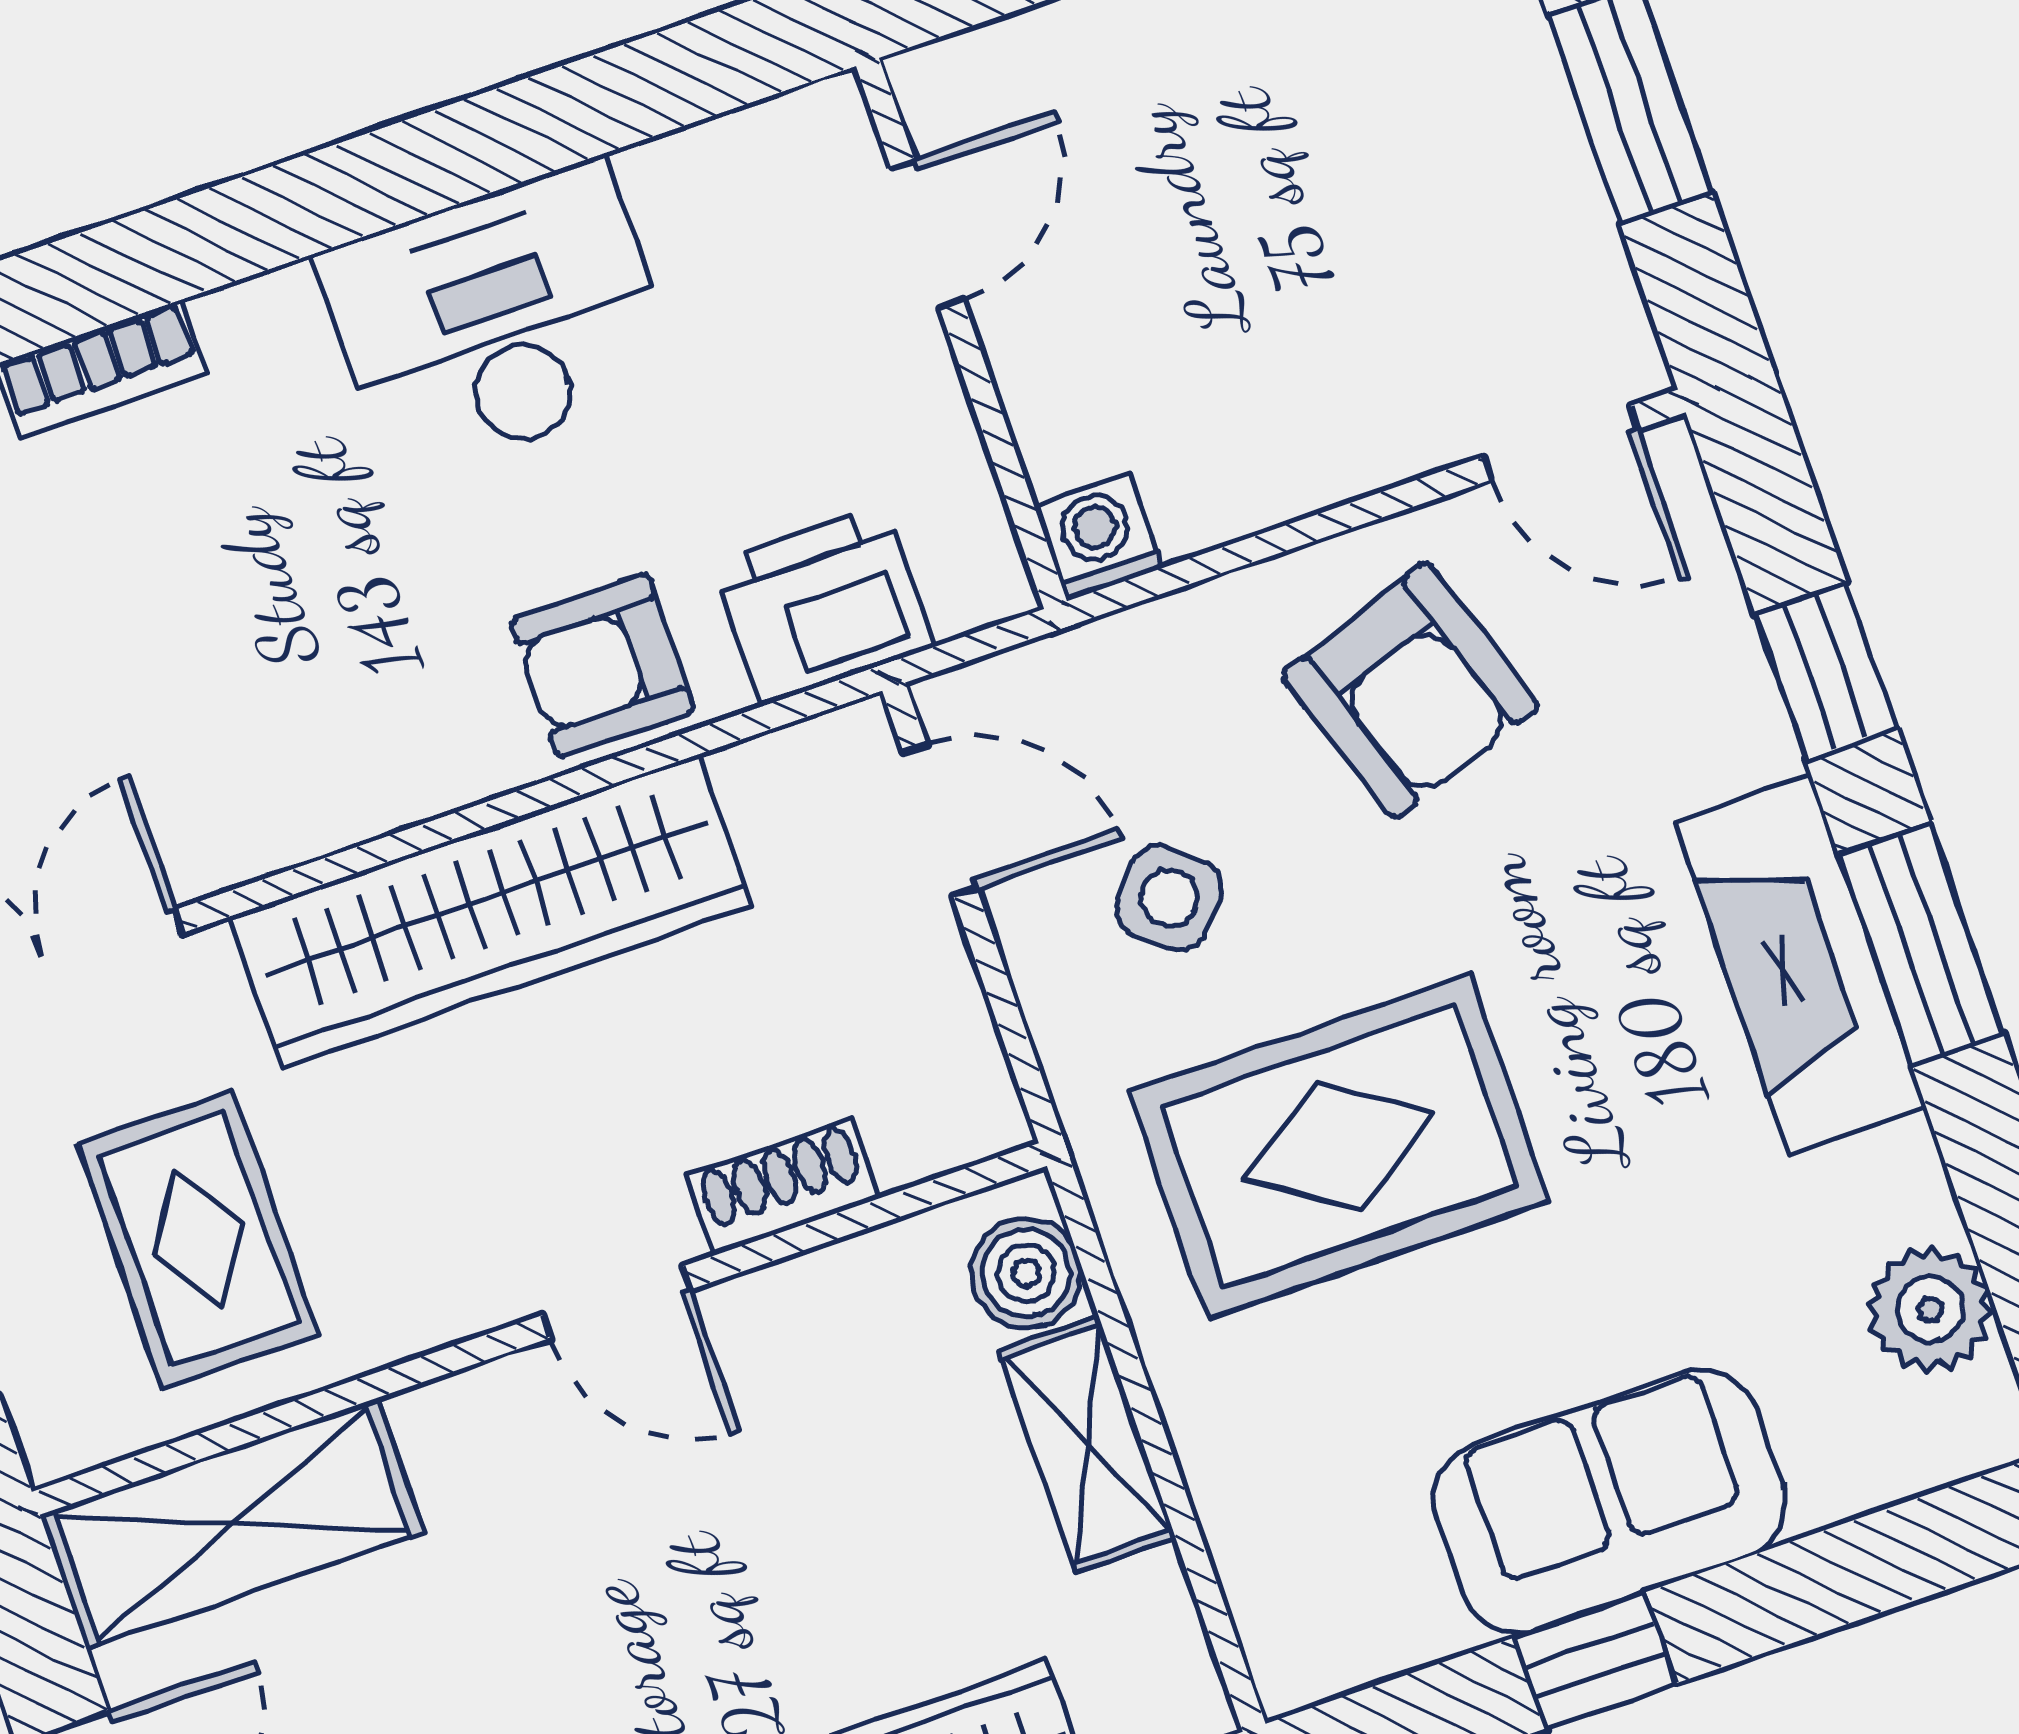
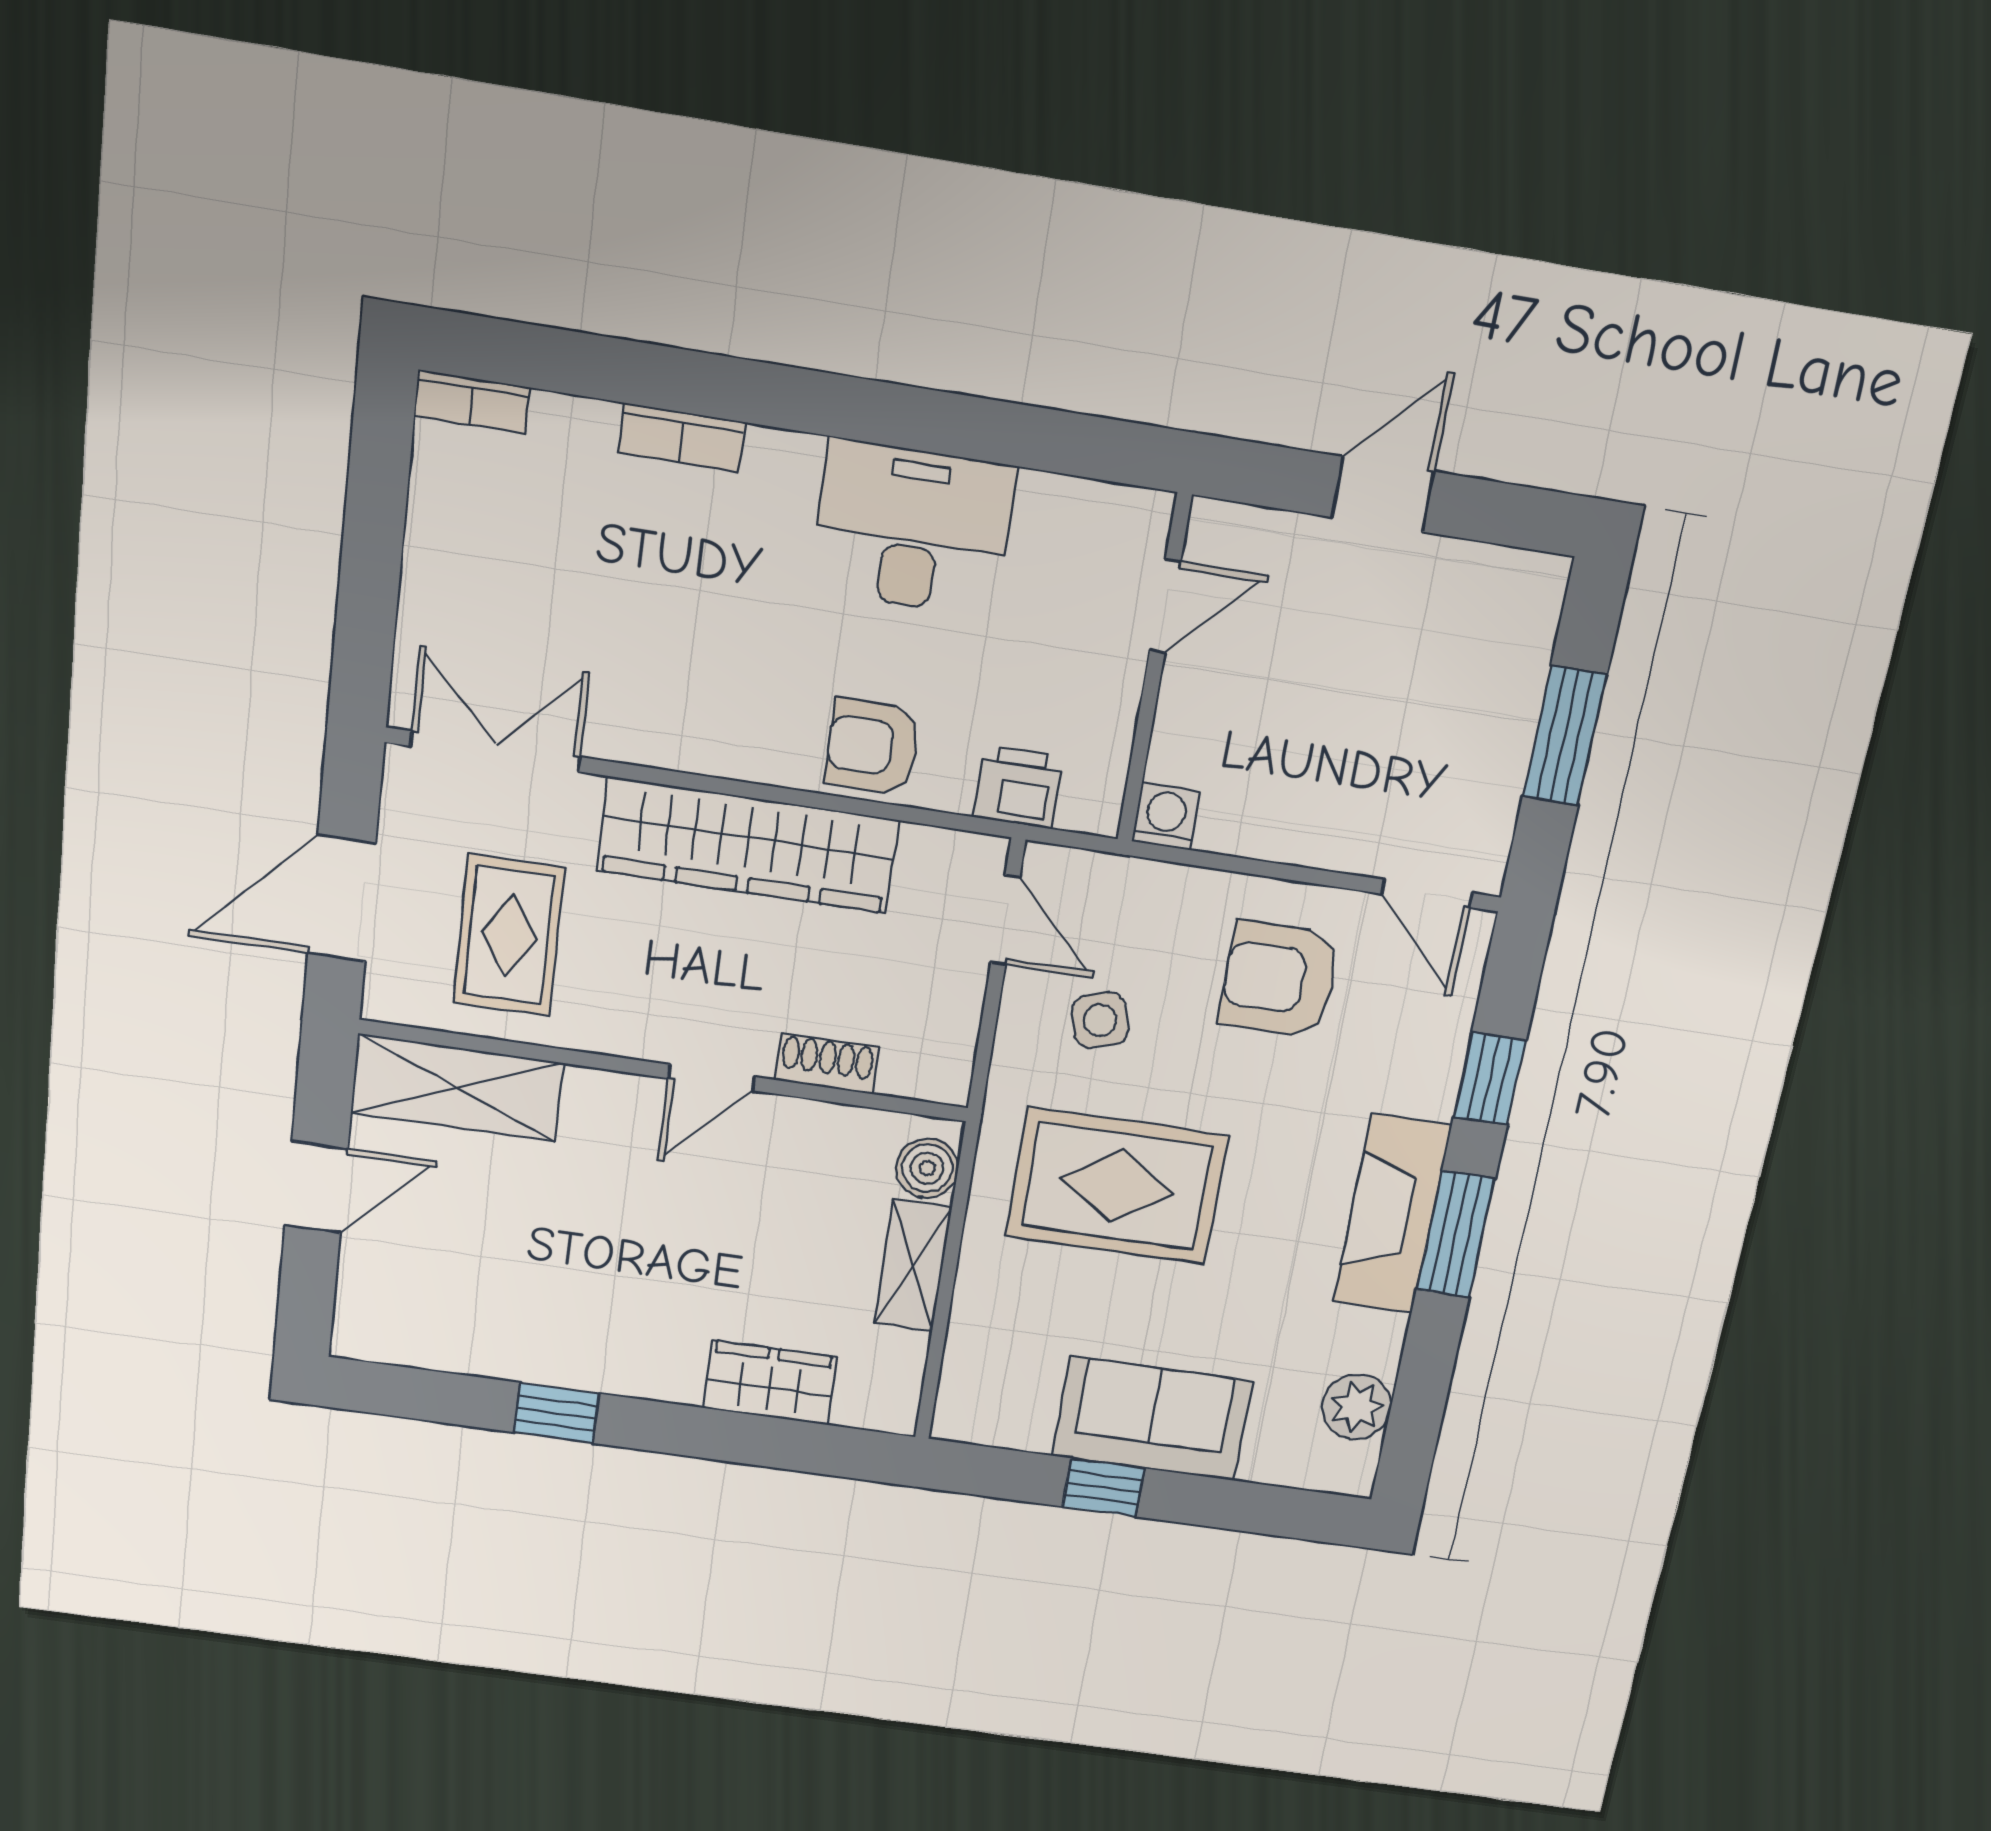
printer: (824, 605) -> (1018, 787), width x0.73, depth x0.81
armchair: (1410, 691) -> (1279, 979), turned 109
side table: (1169, 898) -> (1100, 1020), turned 32
door: (617, 1302) -> (712, 1078), hinge flipped

